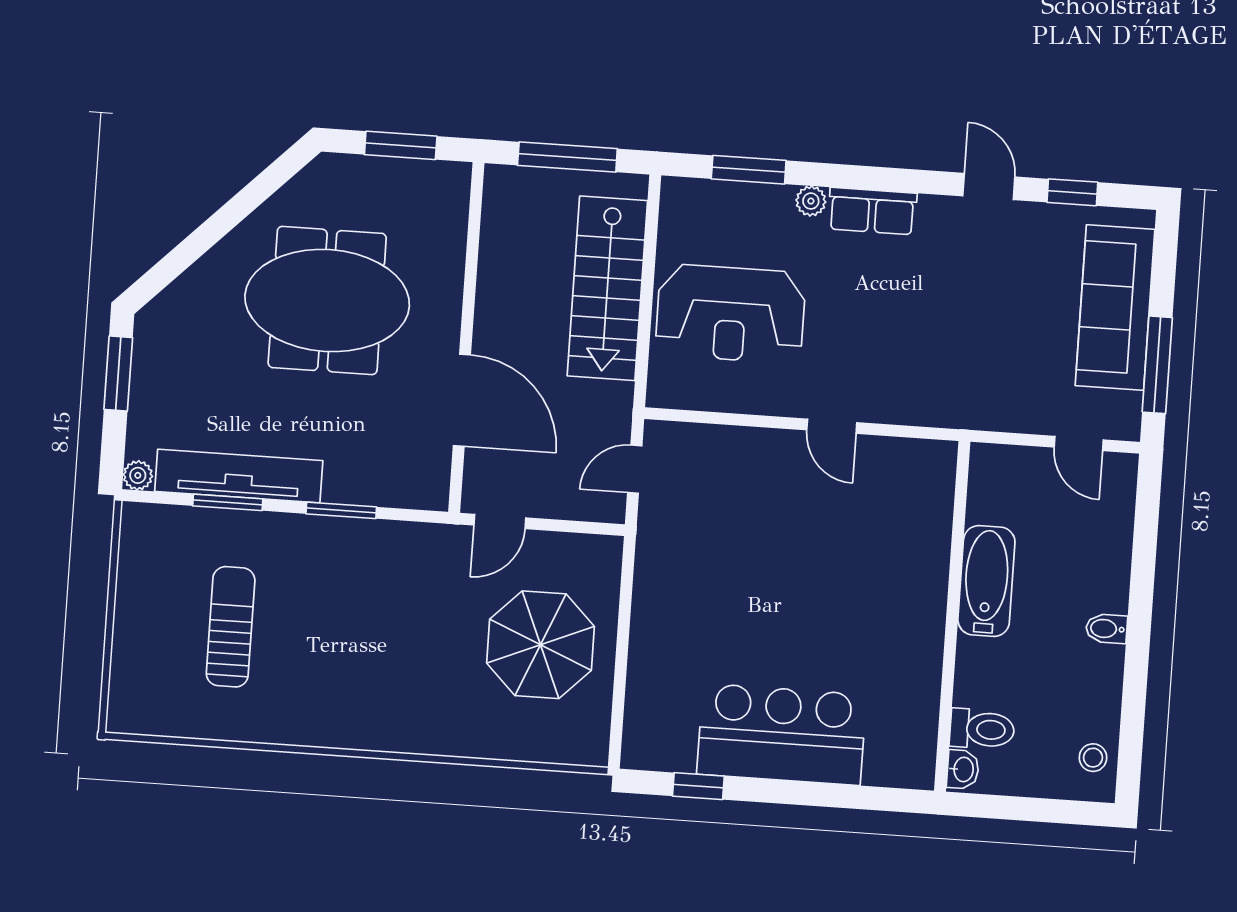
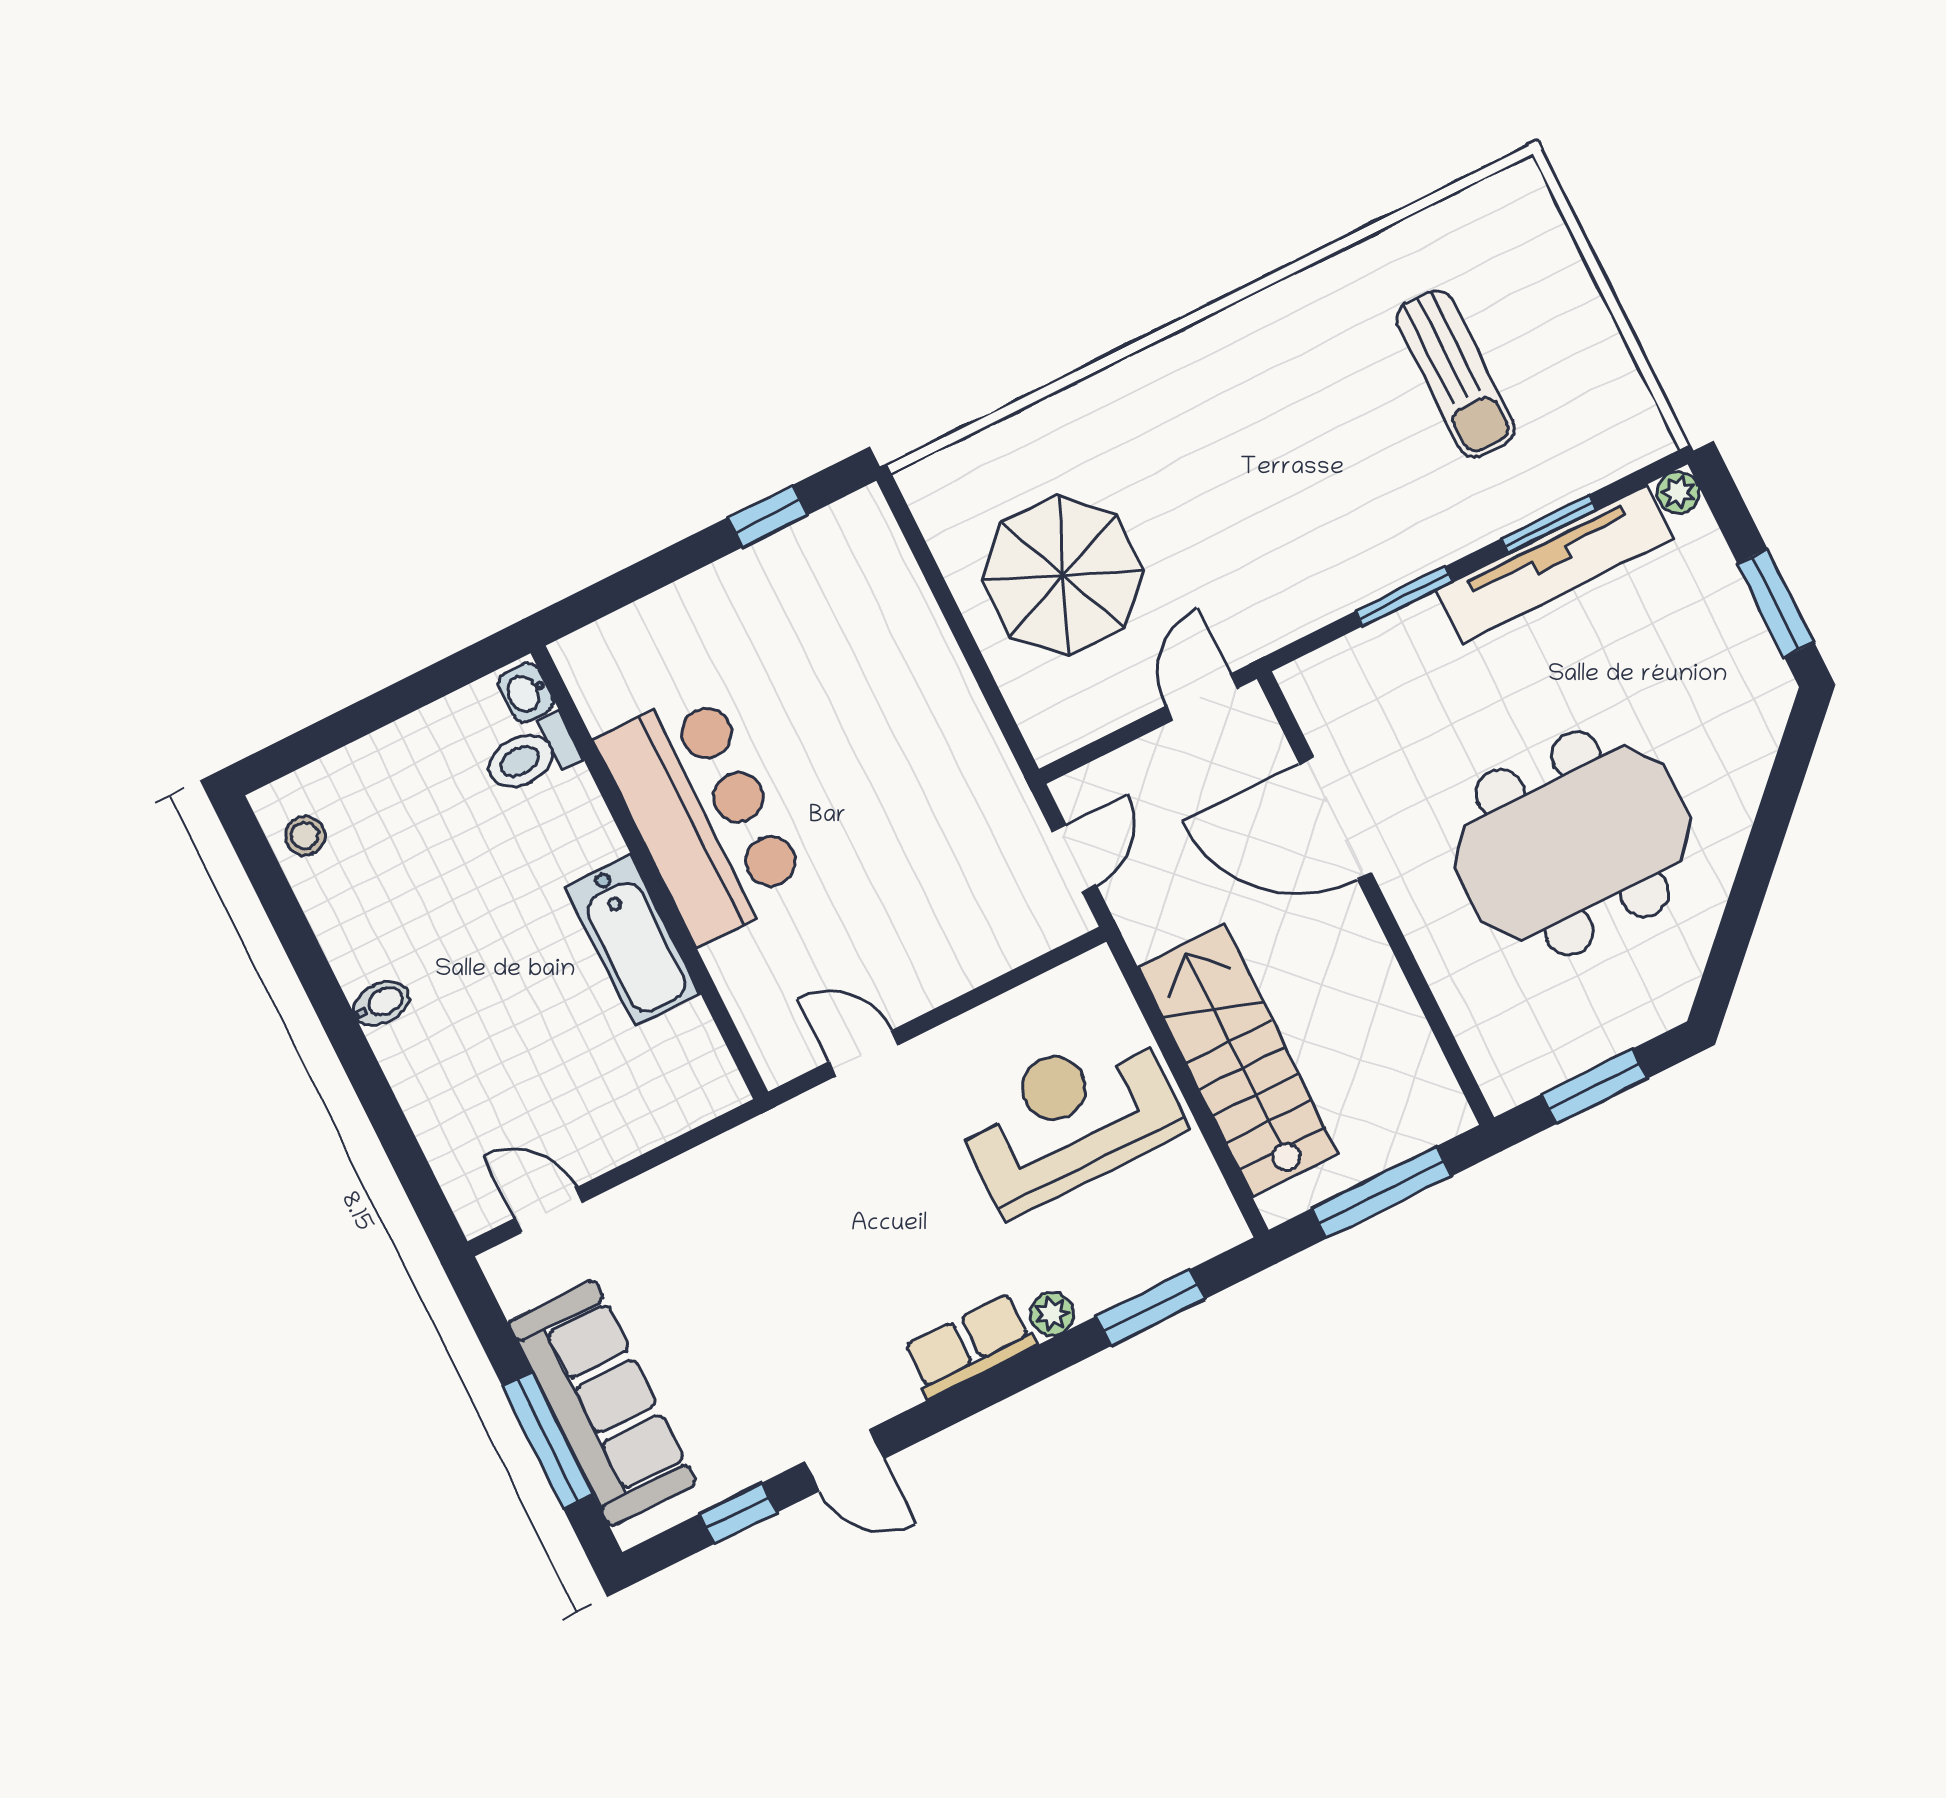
window: (1157, 365) -> (548, 1440), moved
bathtub: (986, 581) -> (633, 940), moved
wall: (952, 616) -> (649, 872), moved
toilet: (982, 729) -> (531, 756), moved
bar counter: (782, 734) -> (703, 815), moved, turned -90
washbasin: (963, 769) -> (526, 692), moved

